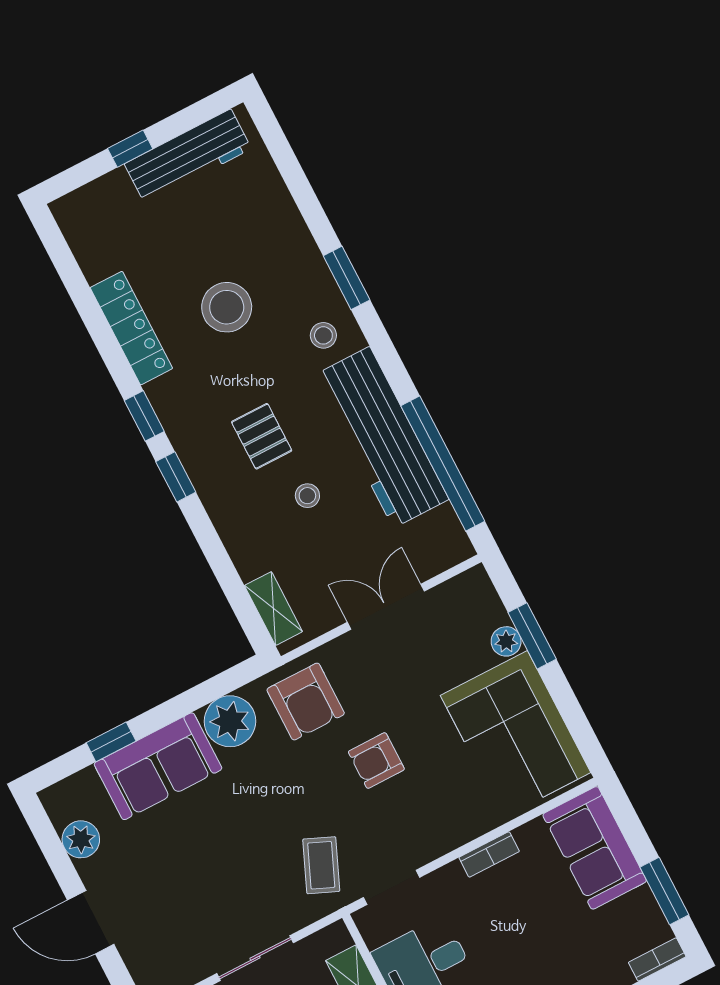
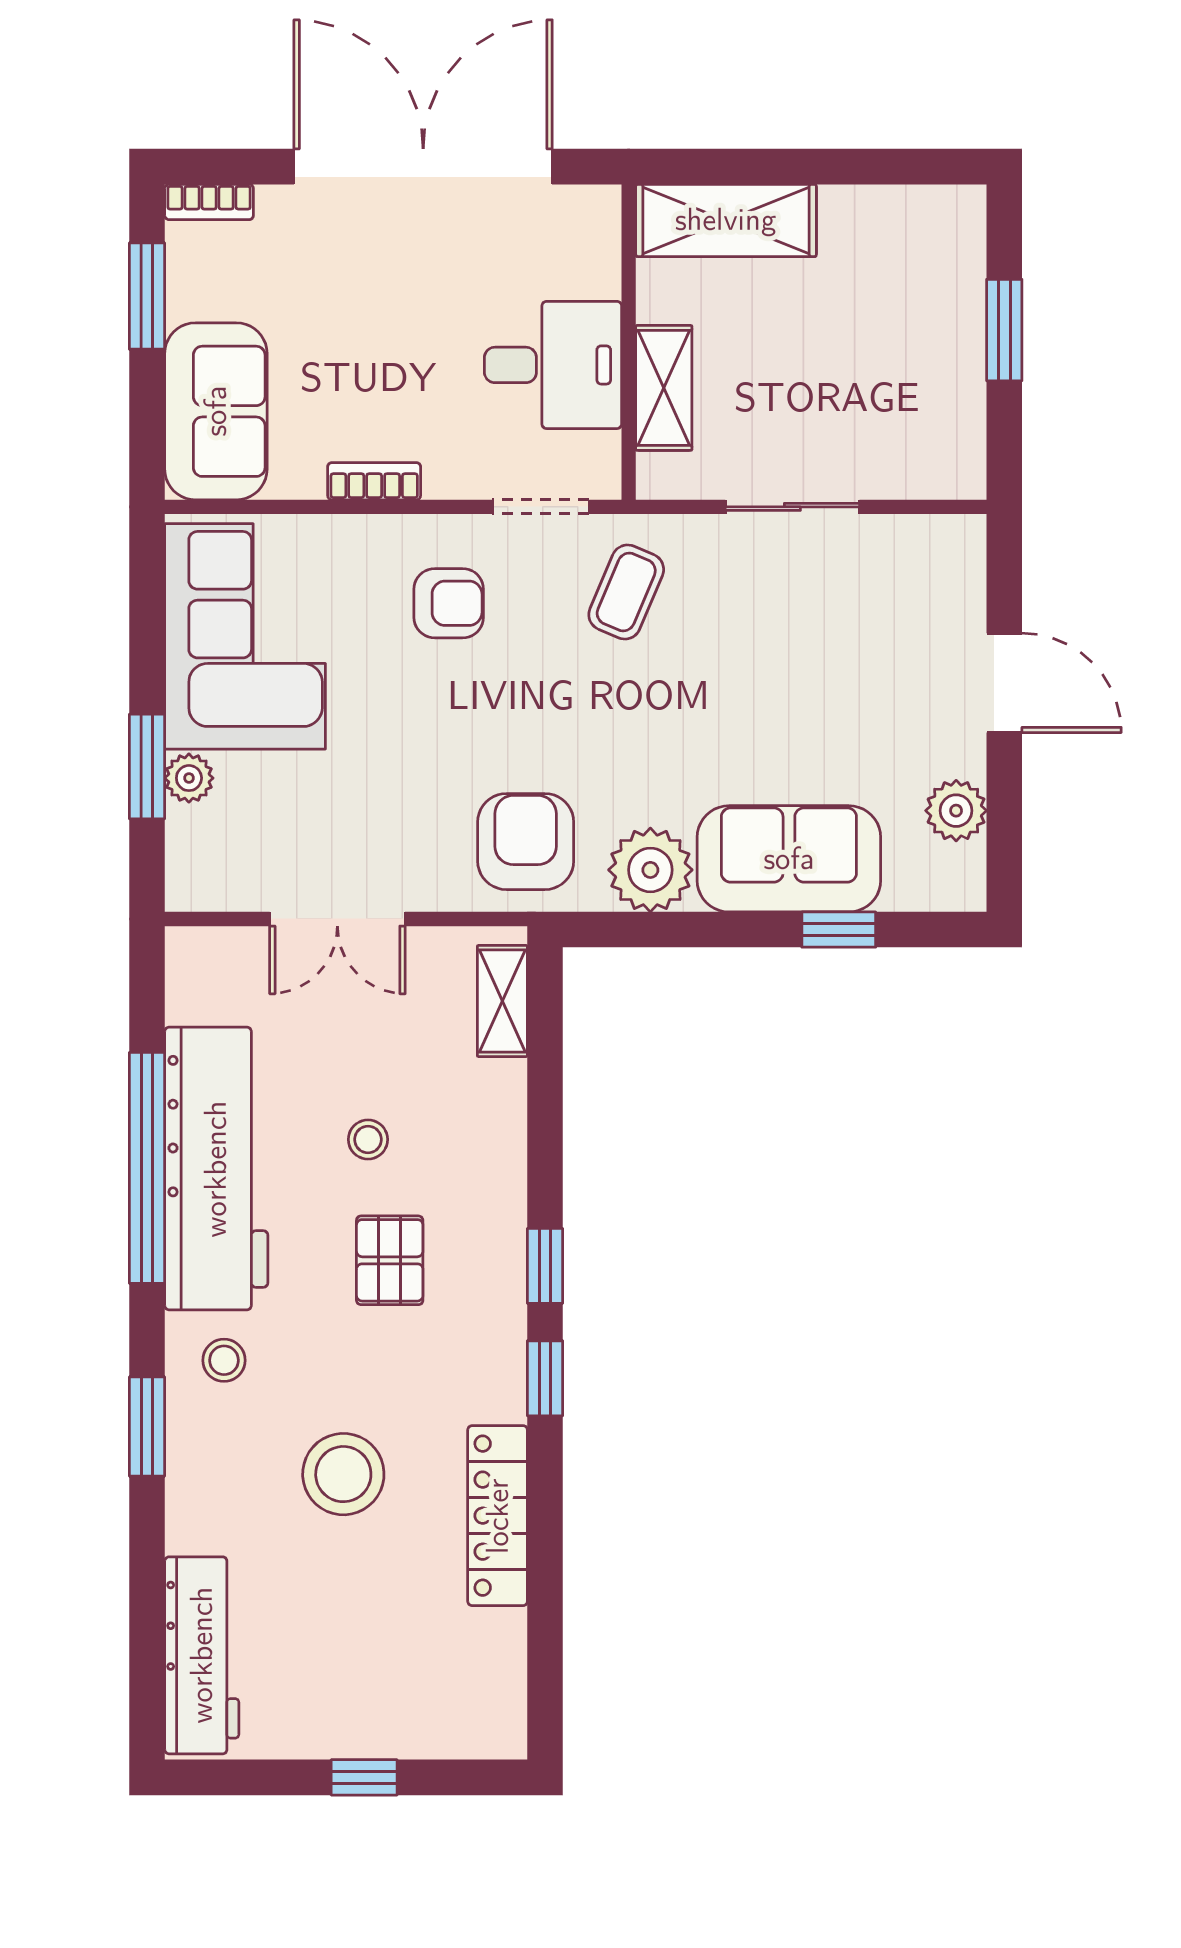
workbench: (188, 156) -> (202, 1655), moved, turned 90
window: (443, 464) -> (147, 1168), moved
armchair: (376, 761) -> (449, 603), moved

